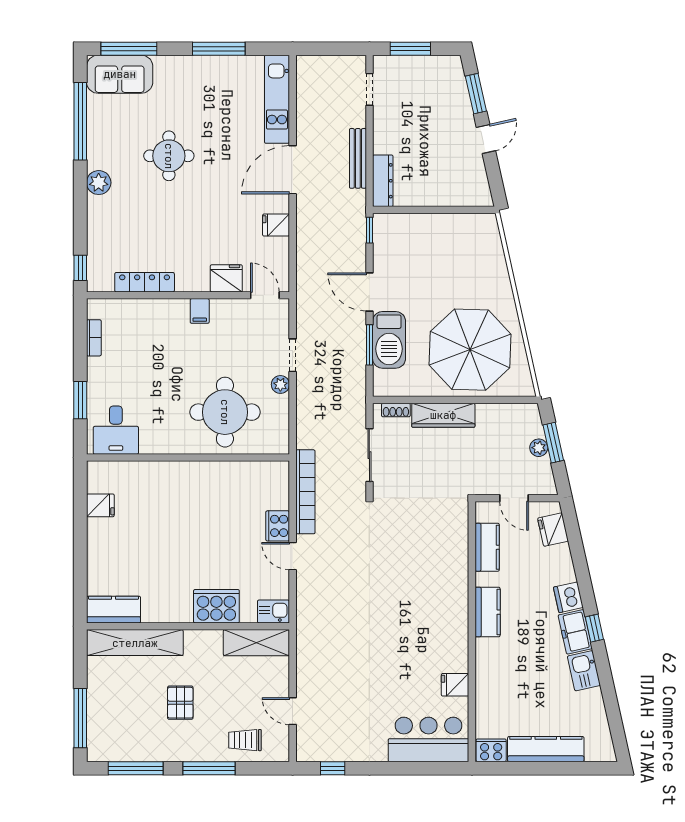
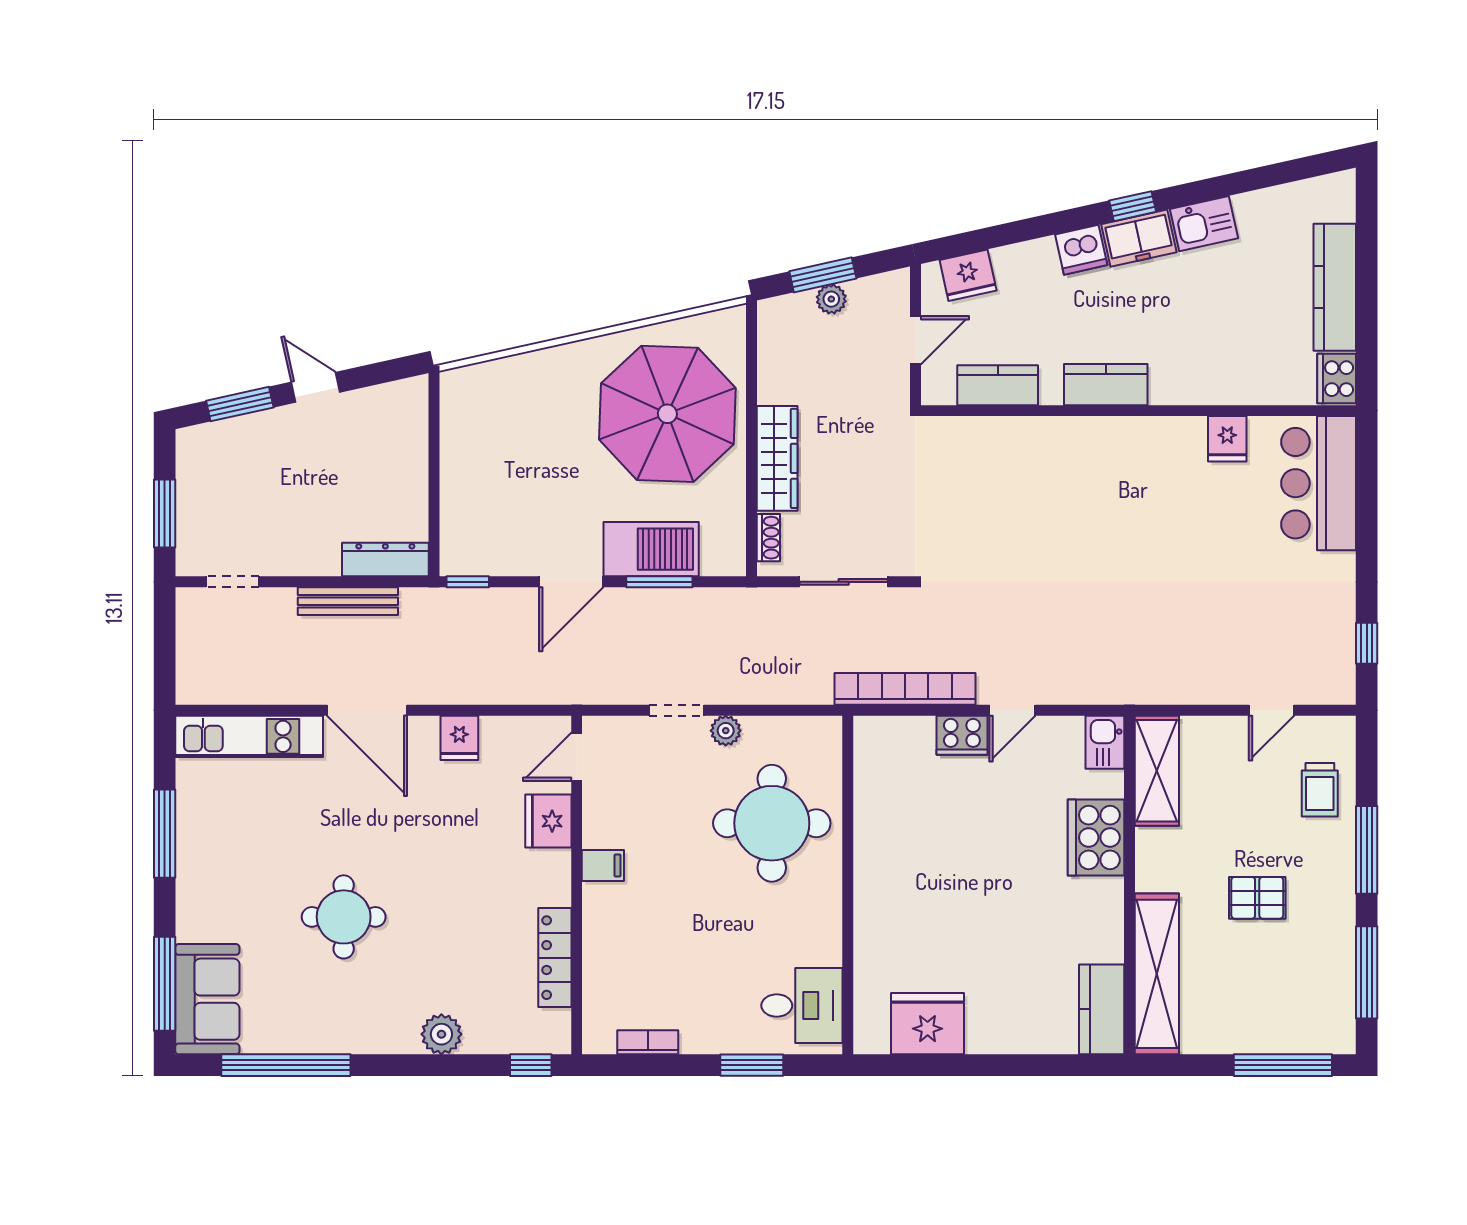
plant: (99, 183) -> (441, 1034), moved
fridge: (100, 505) -> (928, 1024), width x1.88, depth x1.34

